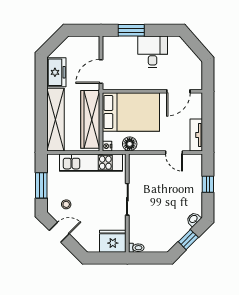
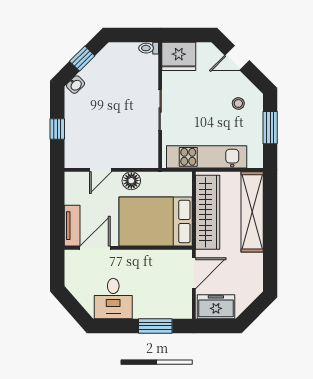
desk: (153, 52) -> (113, 299), moved
freezer: (56, 72) -> (216, 307), moved, turned 90
tv unit: (196, 135) -> (72, 226), moved
floor lamp: (130, 144) -> (131, 181), moved
nightstand: (107, 146) -> (186, 178), removed
door: (174, 152) -> (101, 170), swing flipped
door: (59, 232) -> (237, 58), moved

